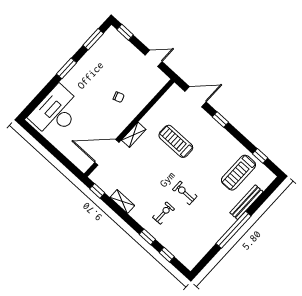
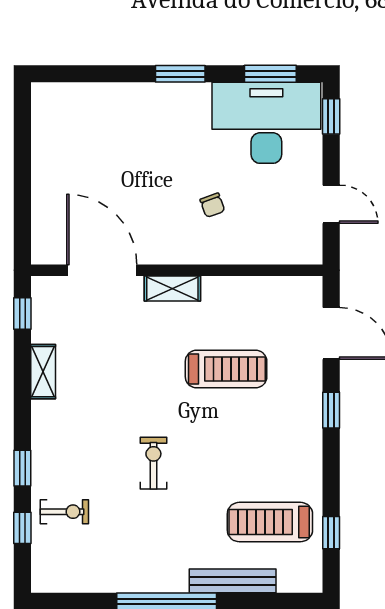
desk: (56, 112) -> (266, 123), moved
treadmill: (176, 141) -> (226, 369), turned 90
exercise bike: (163, 213) -> (64, 512), moved

